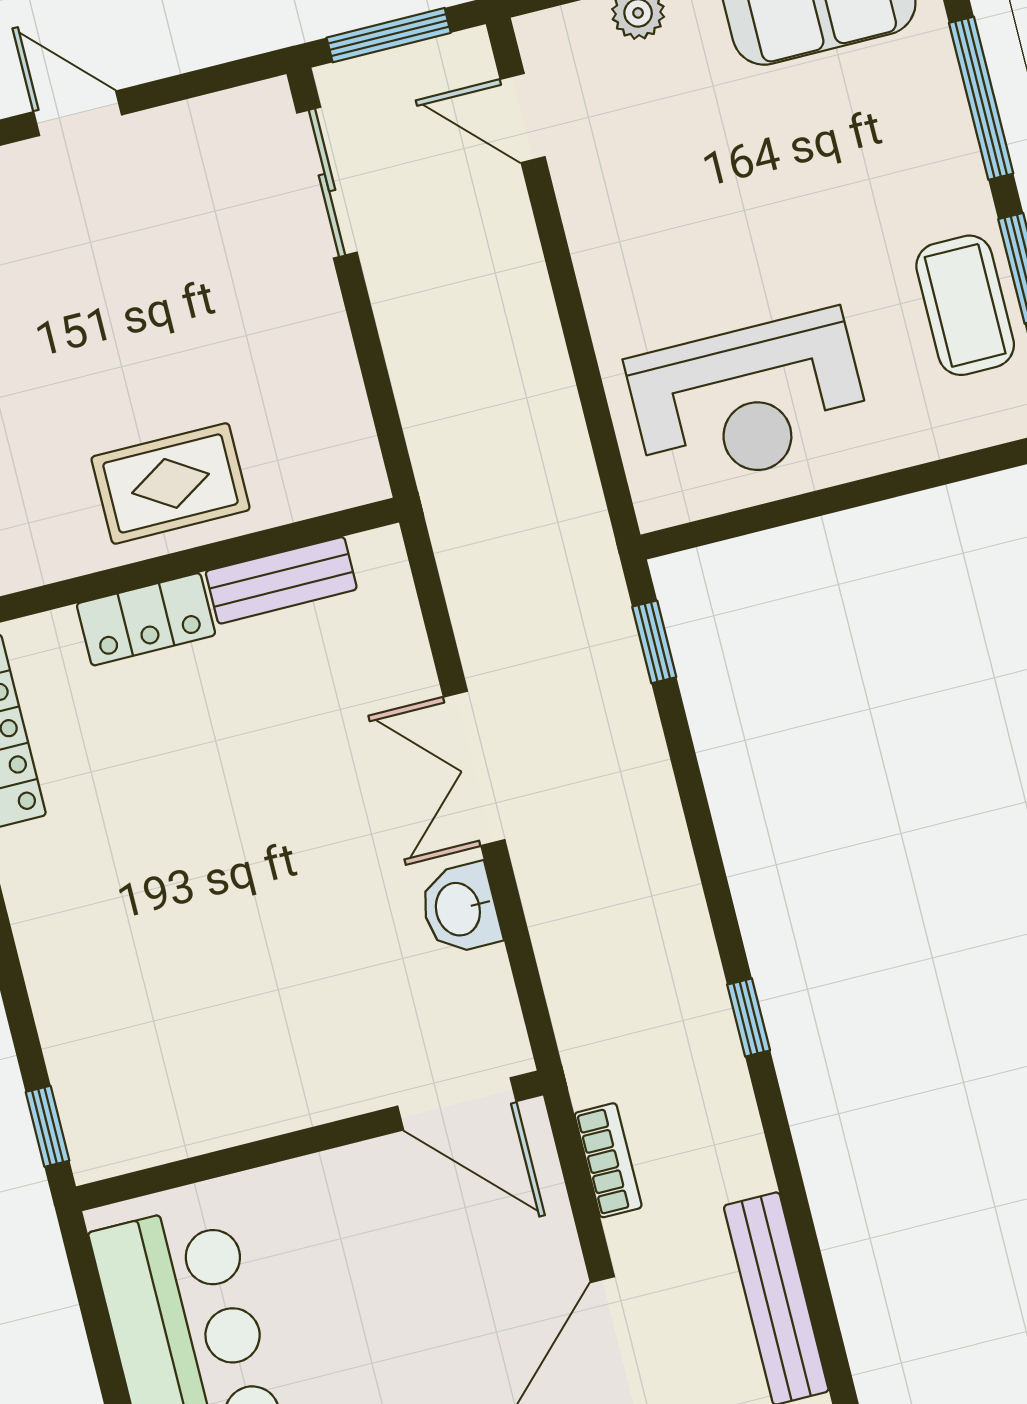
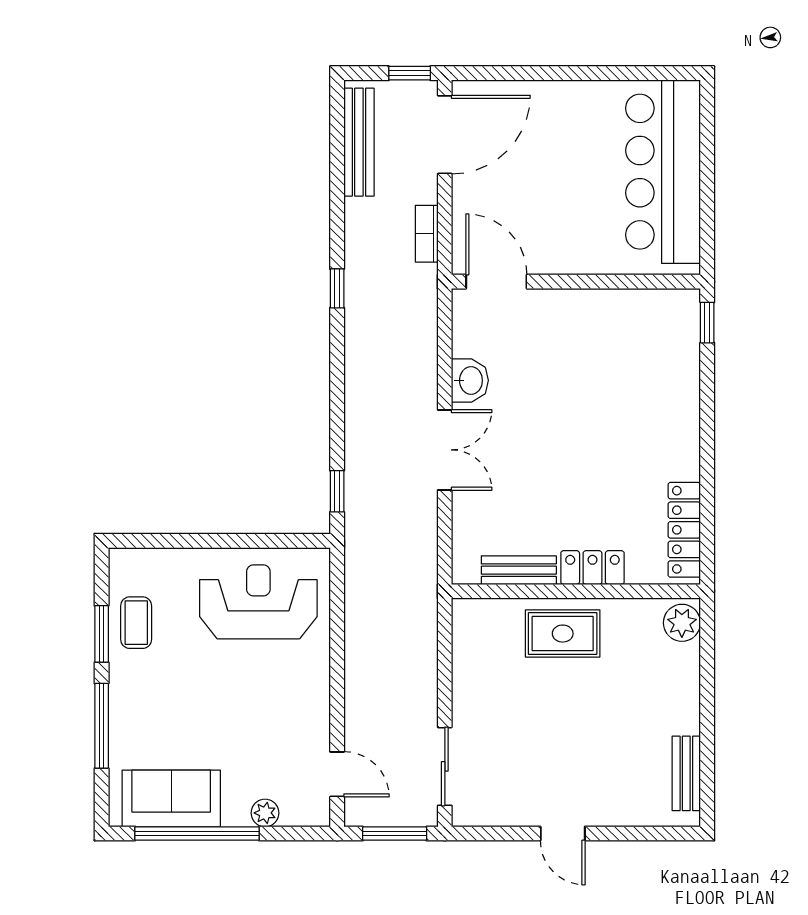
coffee table: (965, 305) -> (136, 623), width x0.73, depth x0.77

